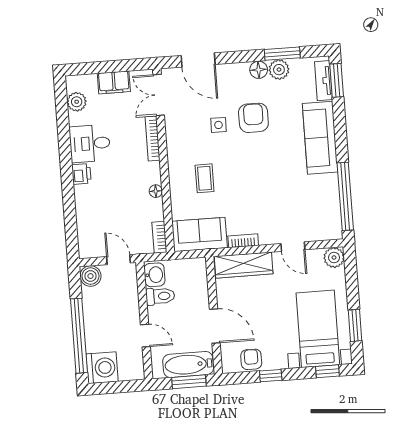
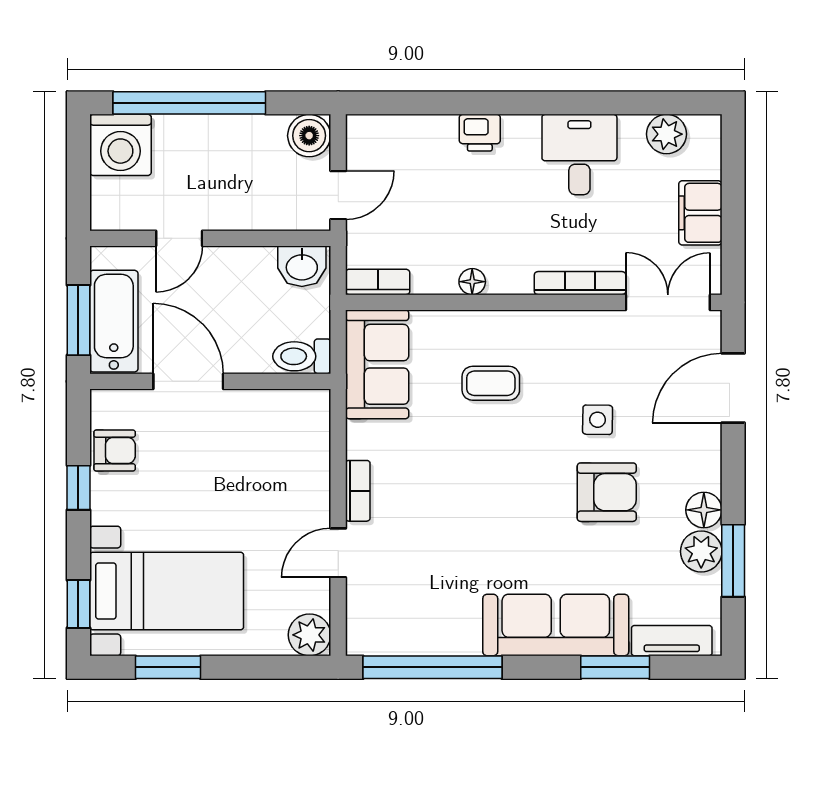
window: (337, 80) -> (615, 667), moved
printer: (81, 174) -> (480, 133), moved
bookcase: (243, 241) -> (358, 491), moved
wardrobe: (244, 265) -> (308, 449), removed
toilet: (160, 296) -> (302, 356), moved, turned 90
door: (215, 326) -> (188, 381), swing flipped

